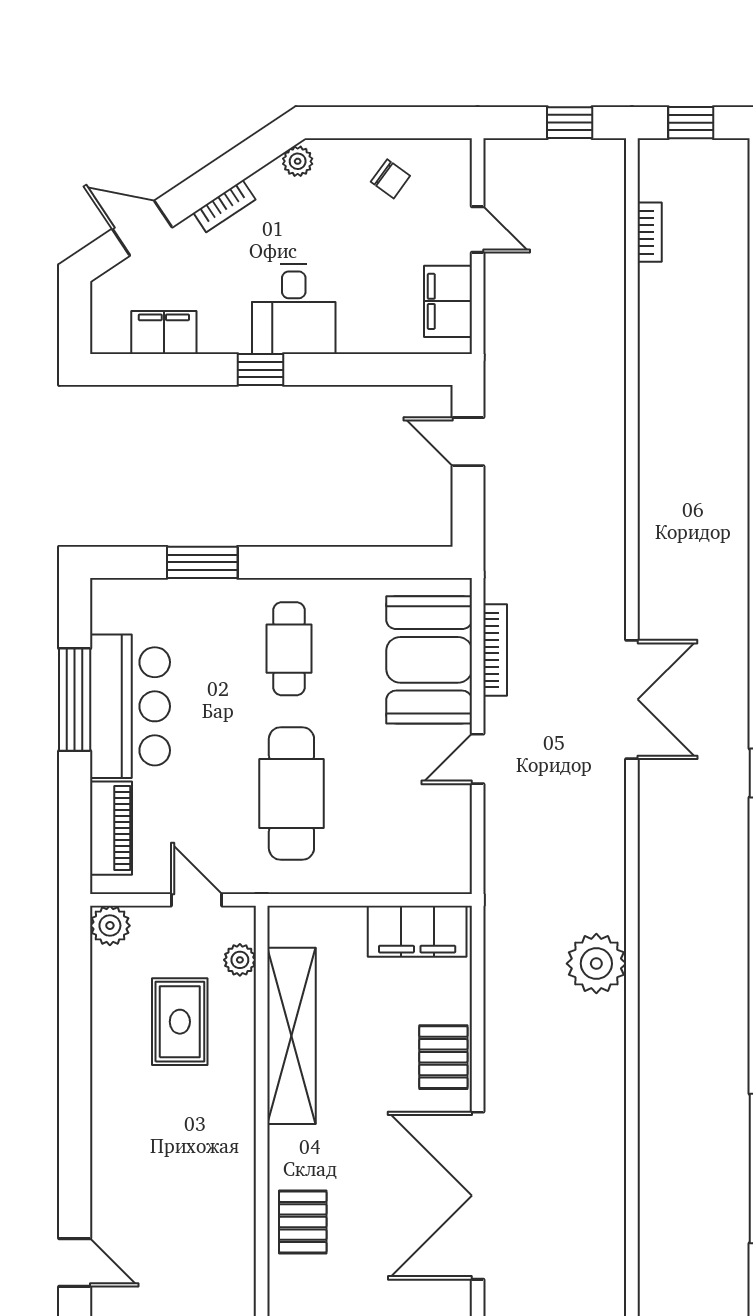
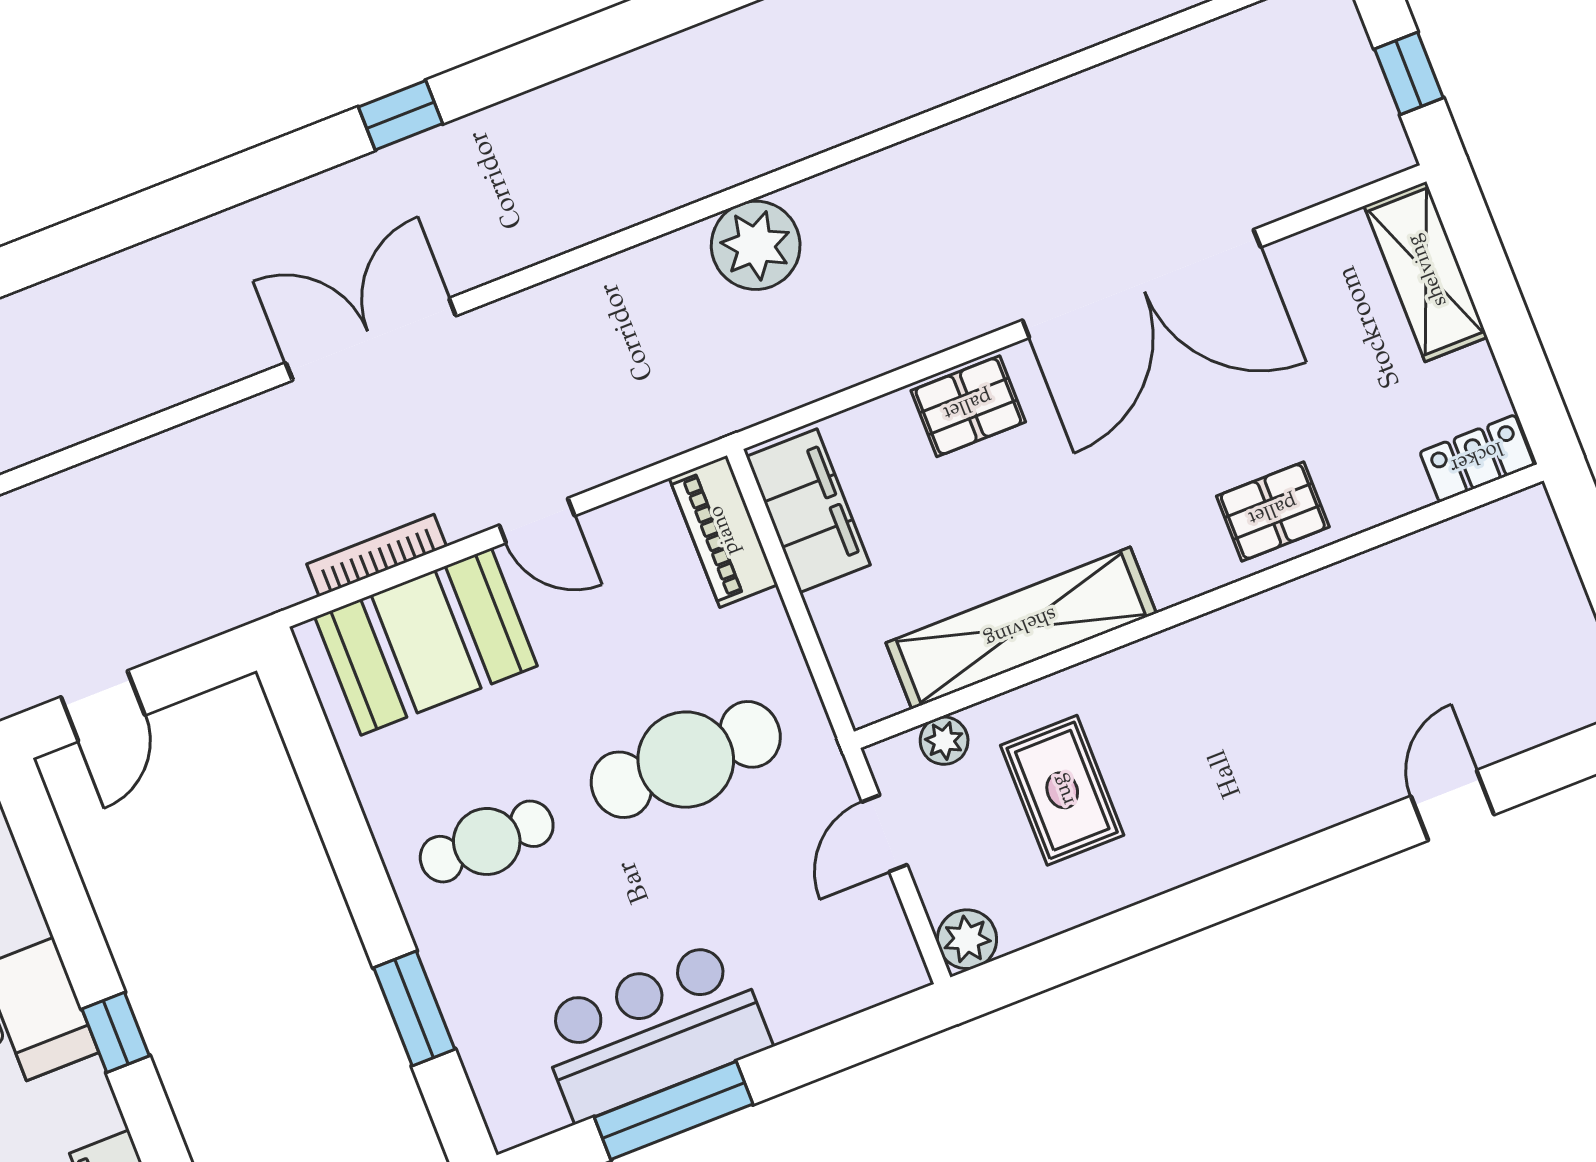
piano: (111, 828) -> (723, 531), moved, turned -90
rug: (180, 1022) -> (1062, 790), turned 90

